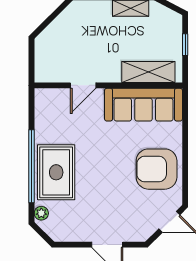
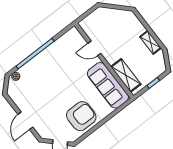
armchair: (157, 169) -> (81, 116), turned 90
rug: (56, 172) -> (41, 68), removed

